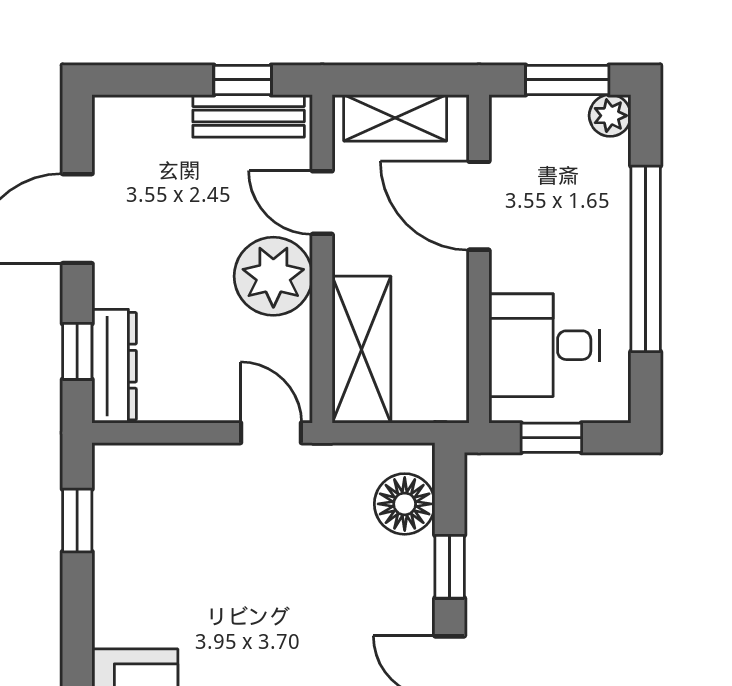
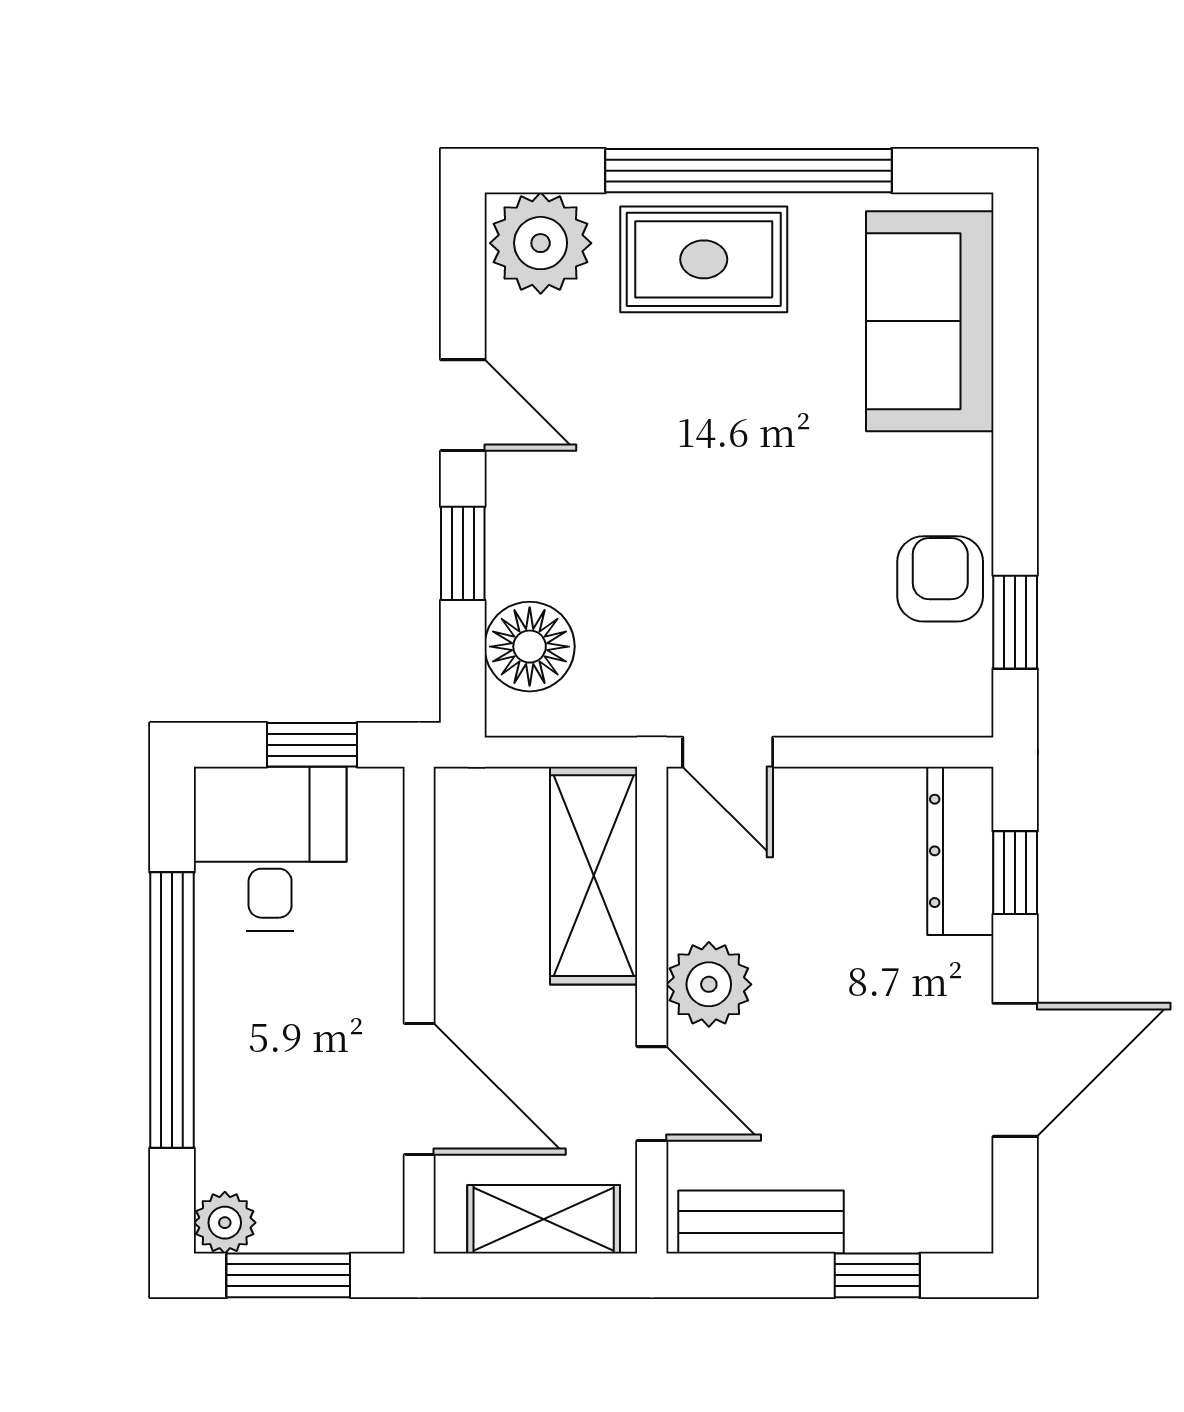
window: (243, 80) -> (877, 1275), moved
plant: (273, 276) -> (709, 984), width x0.73, depth x0.73
desk: (544, 345) -> (270, 849), moved, turned -90
armchair: (128, 550) -> (940, 579), added

